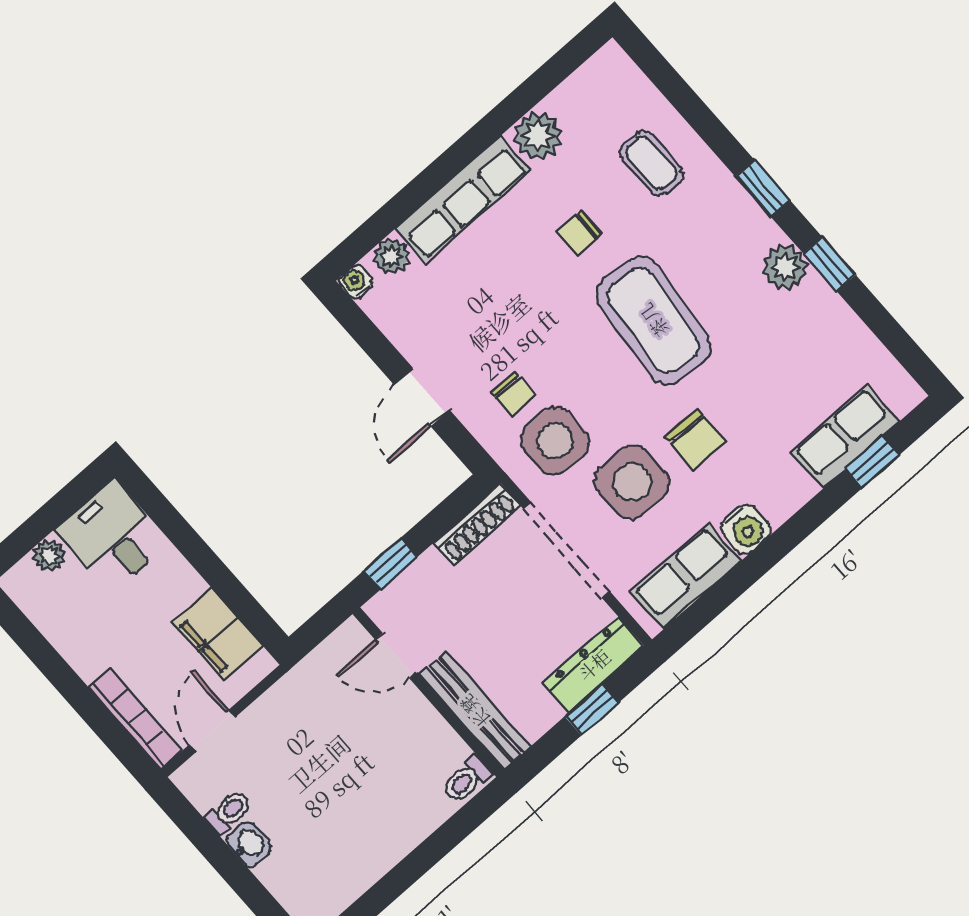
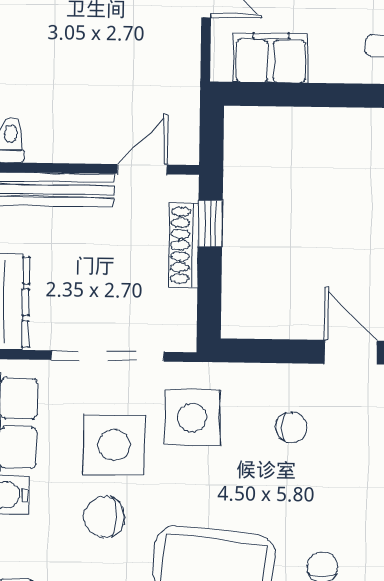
chair: (513, 394) -> (291, 427), moved, turned 180
door: (422, 397) -> (351, 352), moved
shoe rack: (477, 524) -> (184, 245), moved

